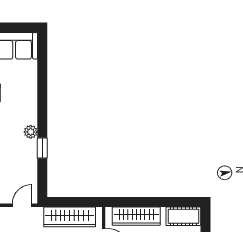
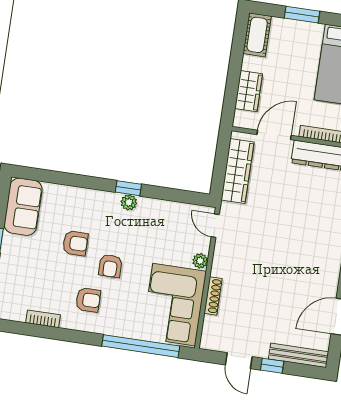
window: (42, 148) -> (128, 188), moved
wardrobe: (136, 216) -> (249, 91), width x0.67

